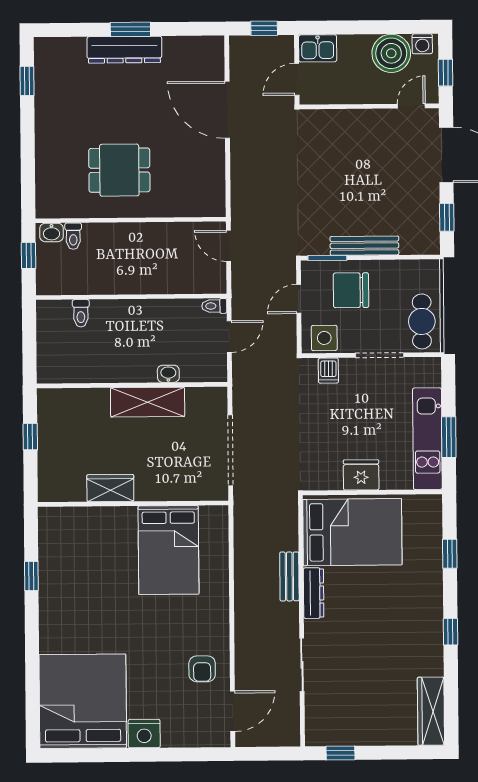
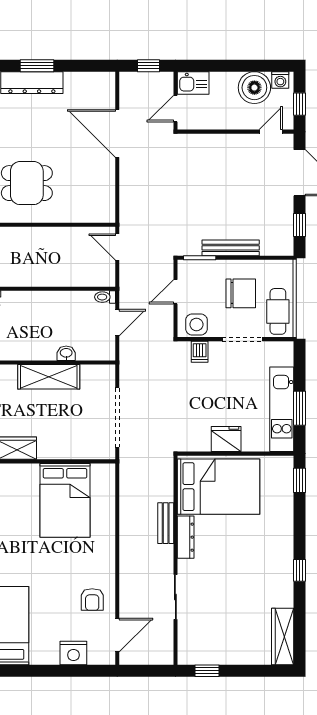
chair: (351, 290) -> (241, 293), moved, turned 180
window: (450, 554) -> (300, 480), moved
nightstand: (144, 734) -> (73, 653), moved

